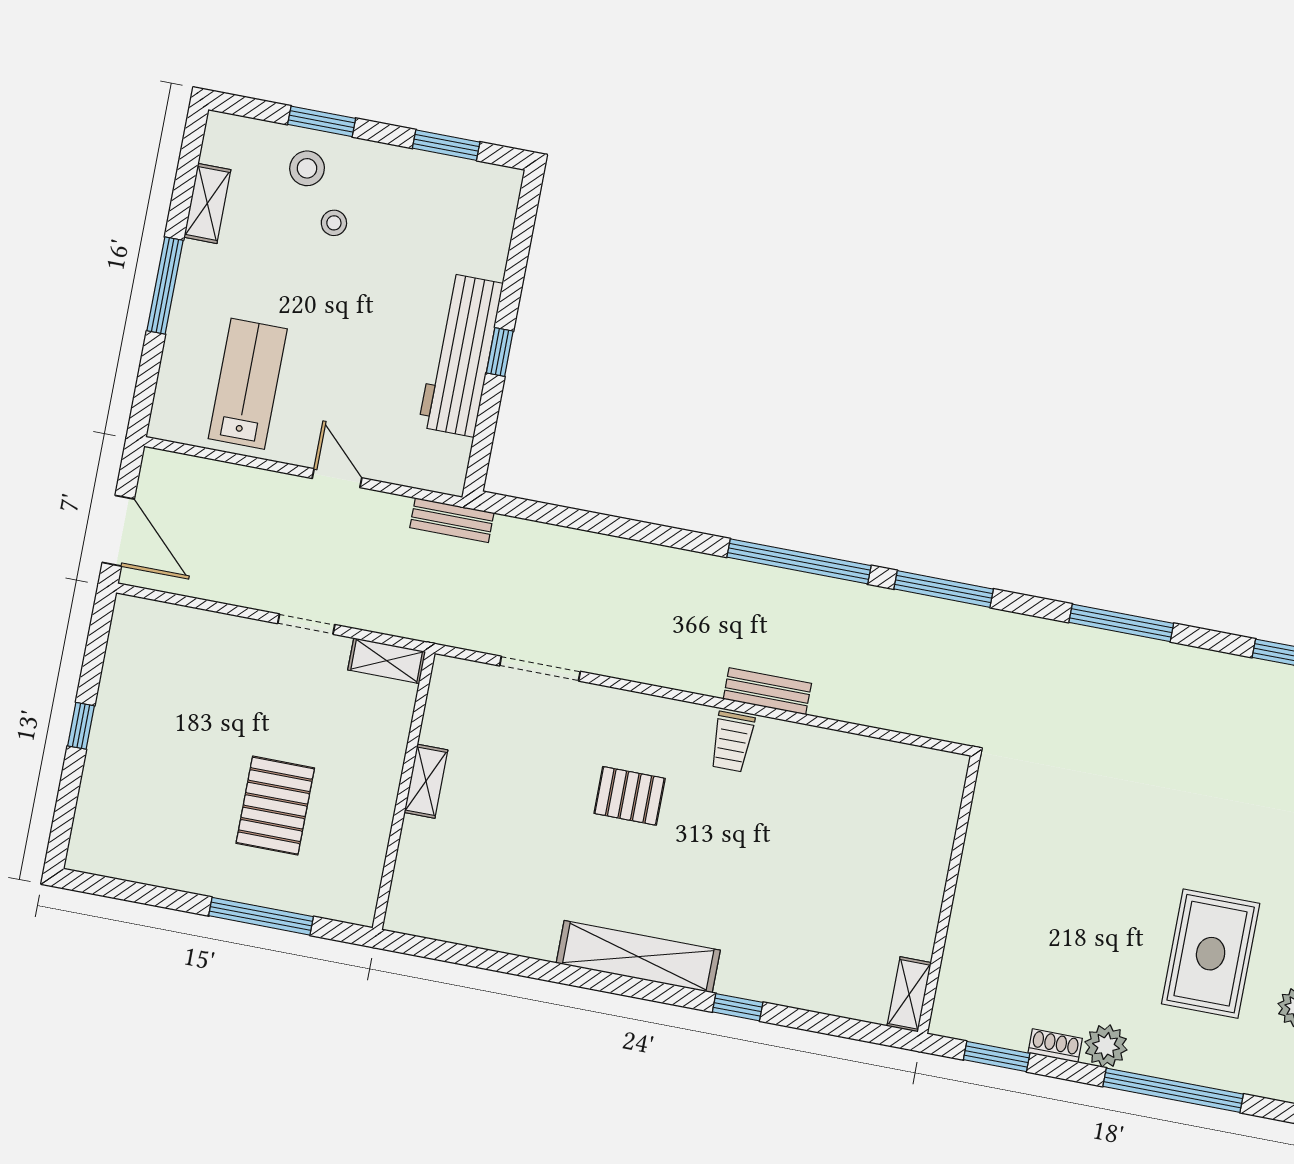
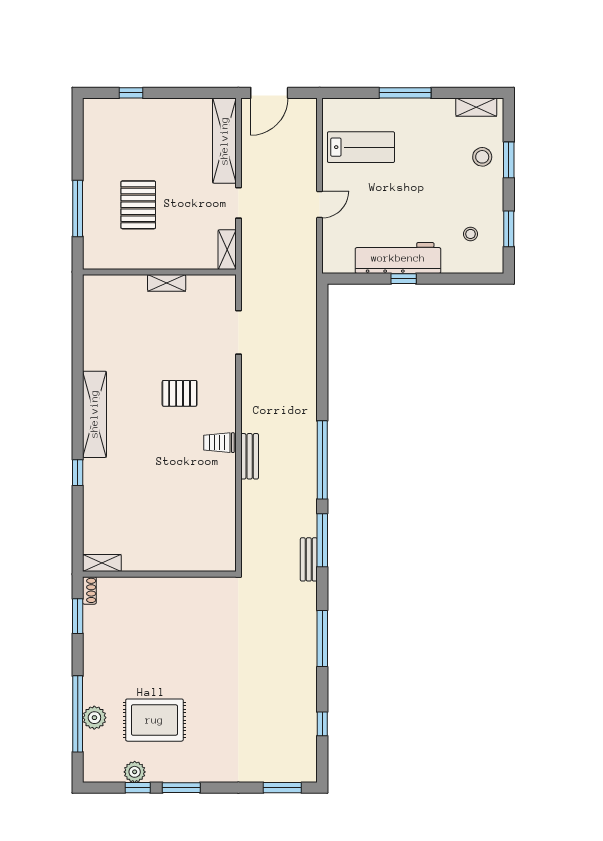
shelving: (207, 203) -> (476, 107), moved
stool: (334, 223) -> (471, 234), moved
bench: (452, 520) -> (309, 559), moved
shelving: (189, 628) -> (224, 141), added
window: (81, 726) -> (131, 93), moved
pallet: (630, 796) -> (180, 393), turned 90
pallet: (275, 806) -> (138, 205), turned 90
shoe rack: (1055, 1046) -> (89, 590), moved
plant: (1106, 1046) -> (94, 718), moved

